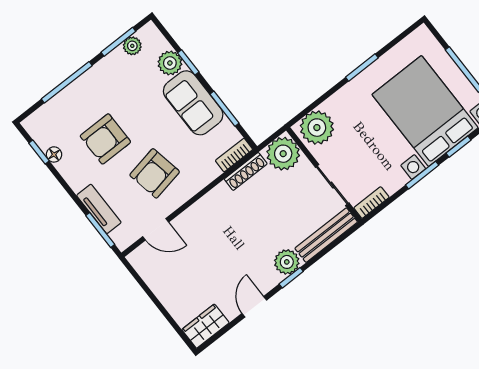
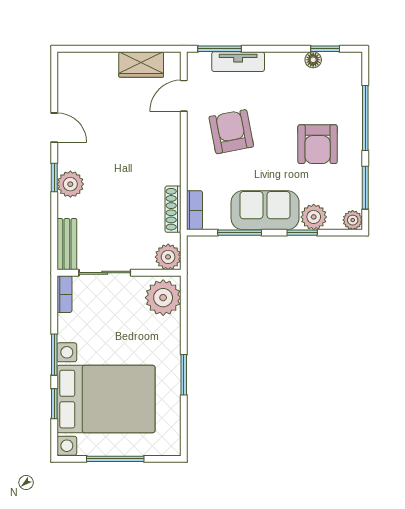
plant: (132, 46) -> (353, 220), moved
armchair: (105, 139) -> (318, 144), moved, turned 180
plant: (283, 154) -> (168, 257), width x0.73, depth x0.73
bench: (326, 235) -> (67, 244), width x0.73
wardrobe: (205, 326) -> (141, 65), moved, turned 90

